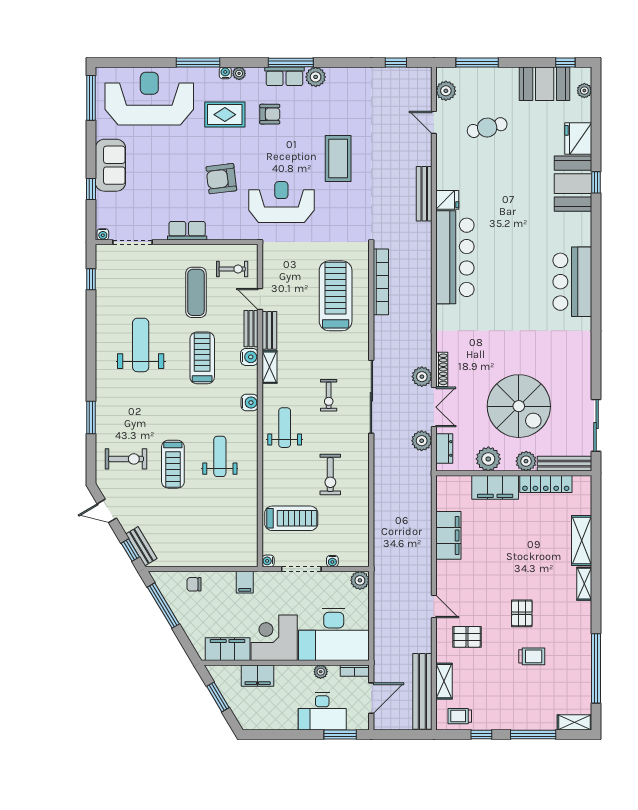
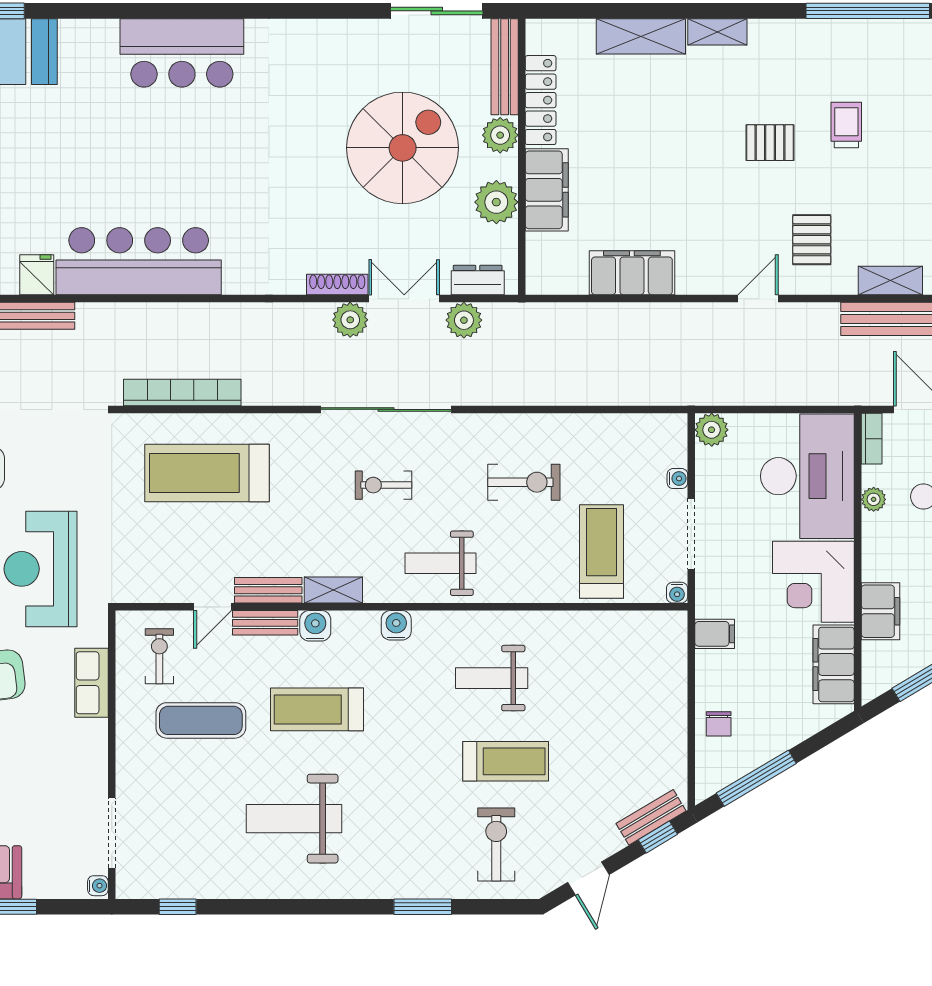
row of seats: (187, 231) -> (91, 683), moved
exercise bike: (329, 395) -> (383, 485), turned 180

